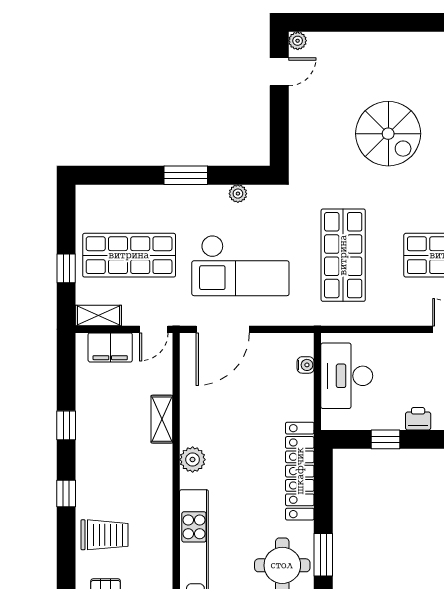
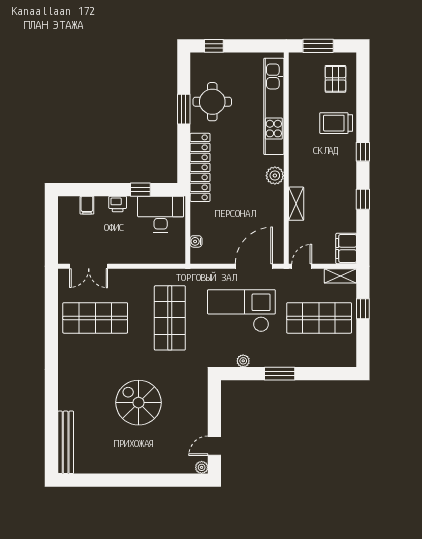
filing cabinet: (110, 347) -> (346, 248), moved, turned -90
desk: (347, 376) -> (161, 214), moved, turned -90

